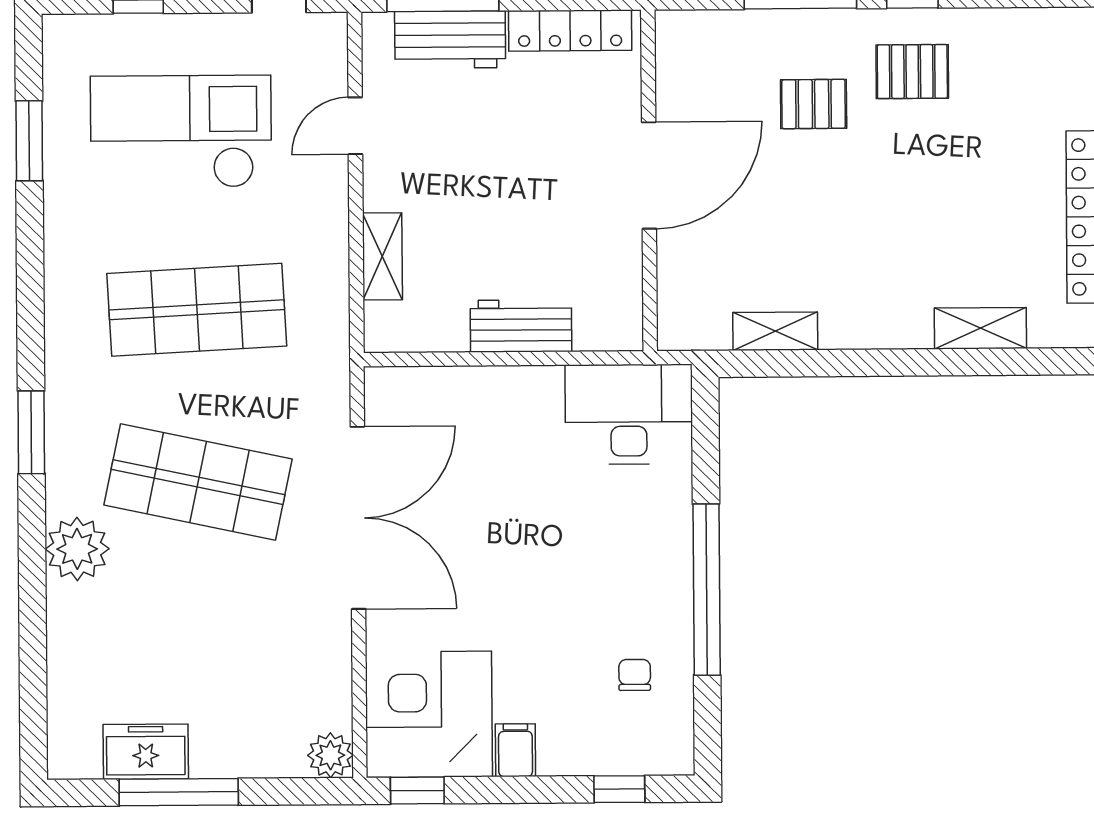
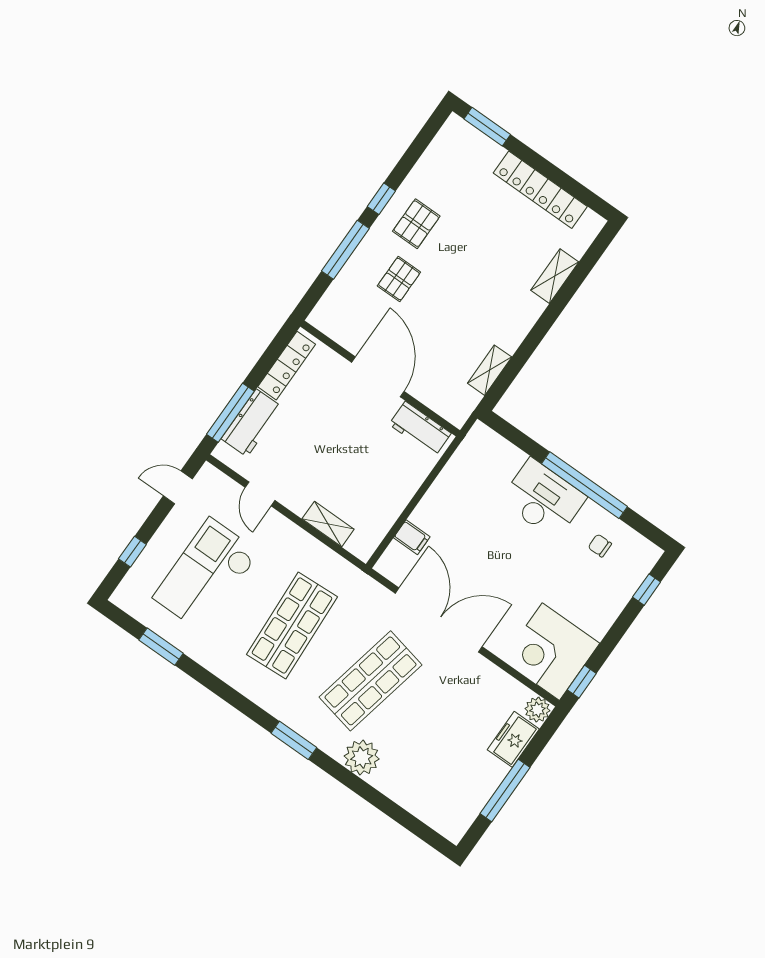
workbench: (521, 326) -> (420, 429), moved, turned -90
desk: (629, 414) -> (543, 499), moved, turned 90
filing cabinet: (515, 750) -> (412, 537), moved, turned 180
freezer: (146, 752) -> (513, 739), moved

